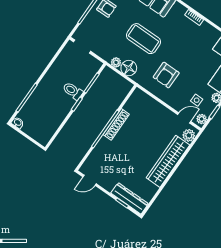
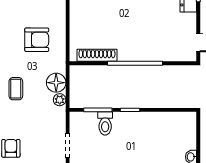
coffee table: (143, 39) -> (16, 89), width x0.54, depth x0.58
toilet: (73, 91) -> (105, 123), moved
shoe rack: (116, 124) -> (97, 55), moved

